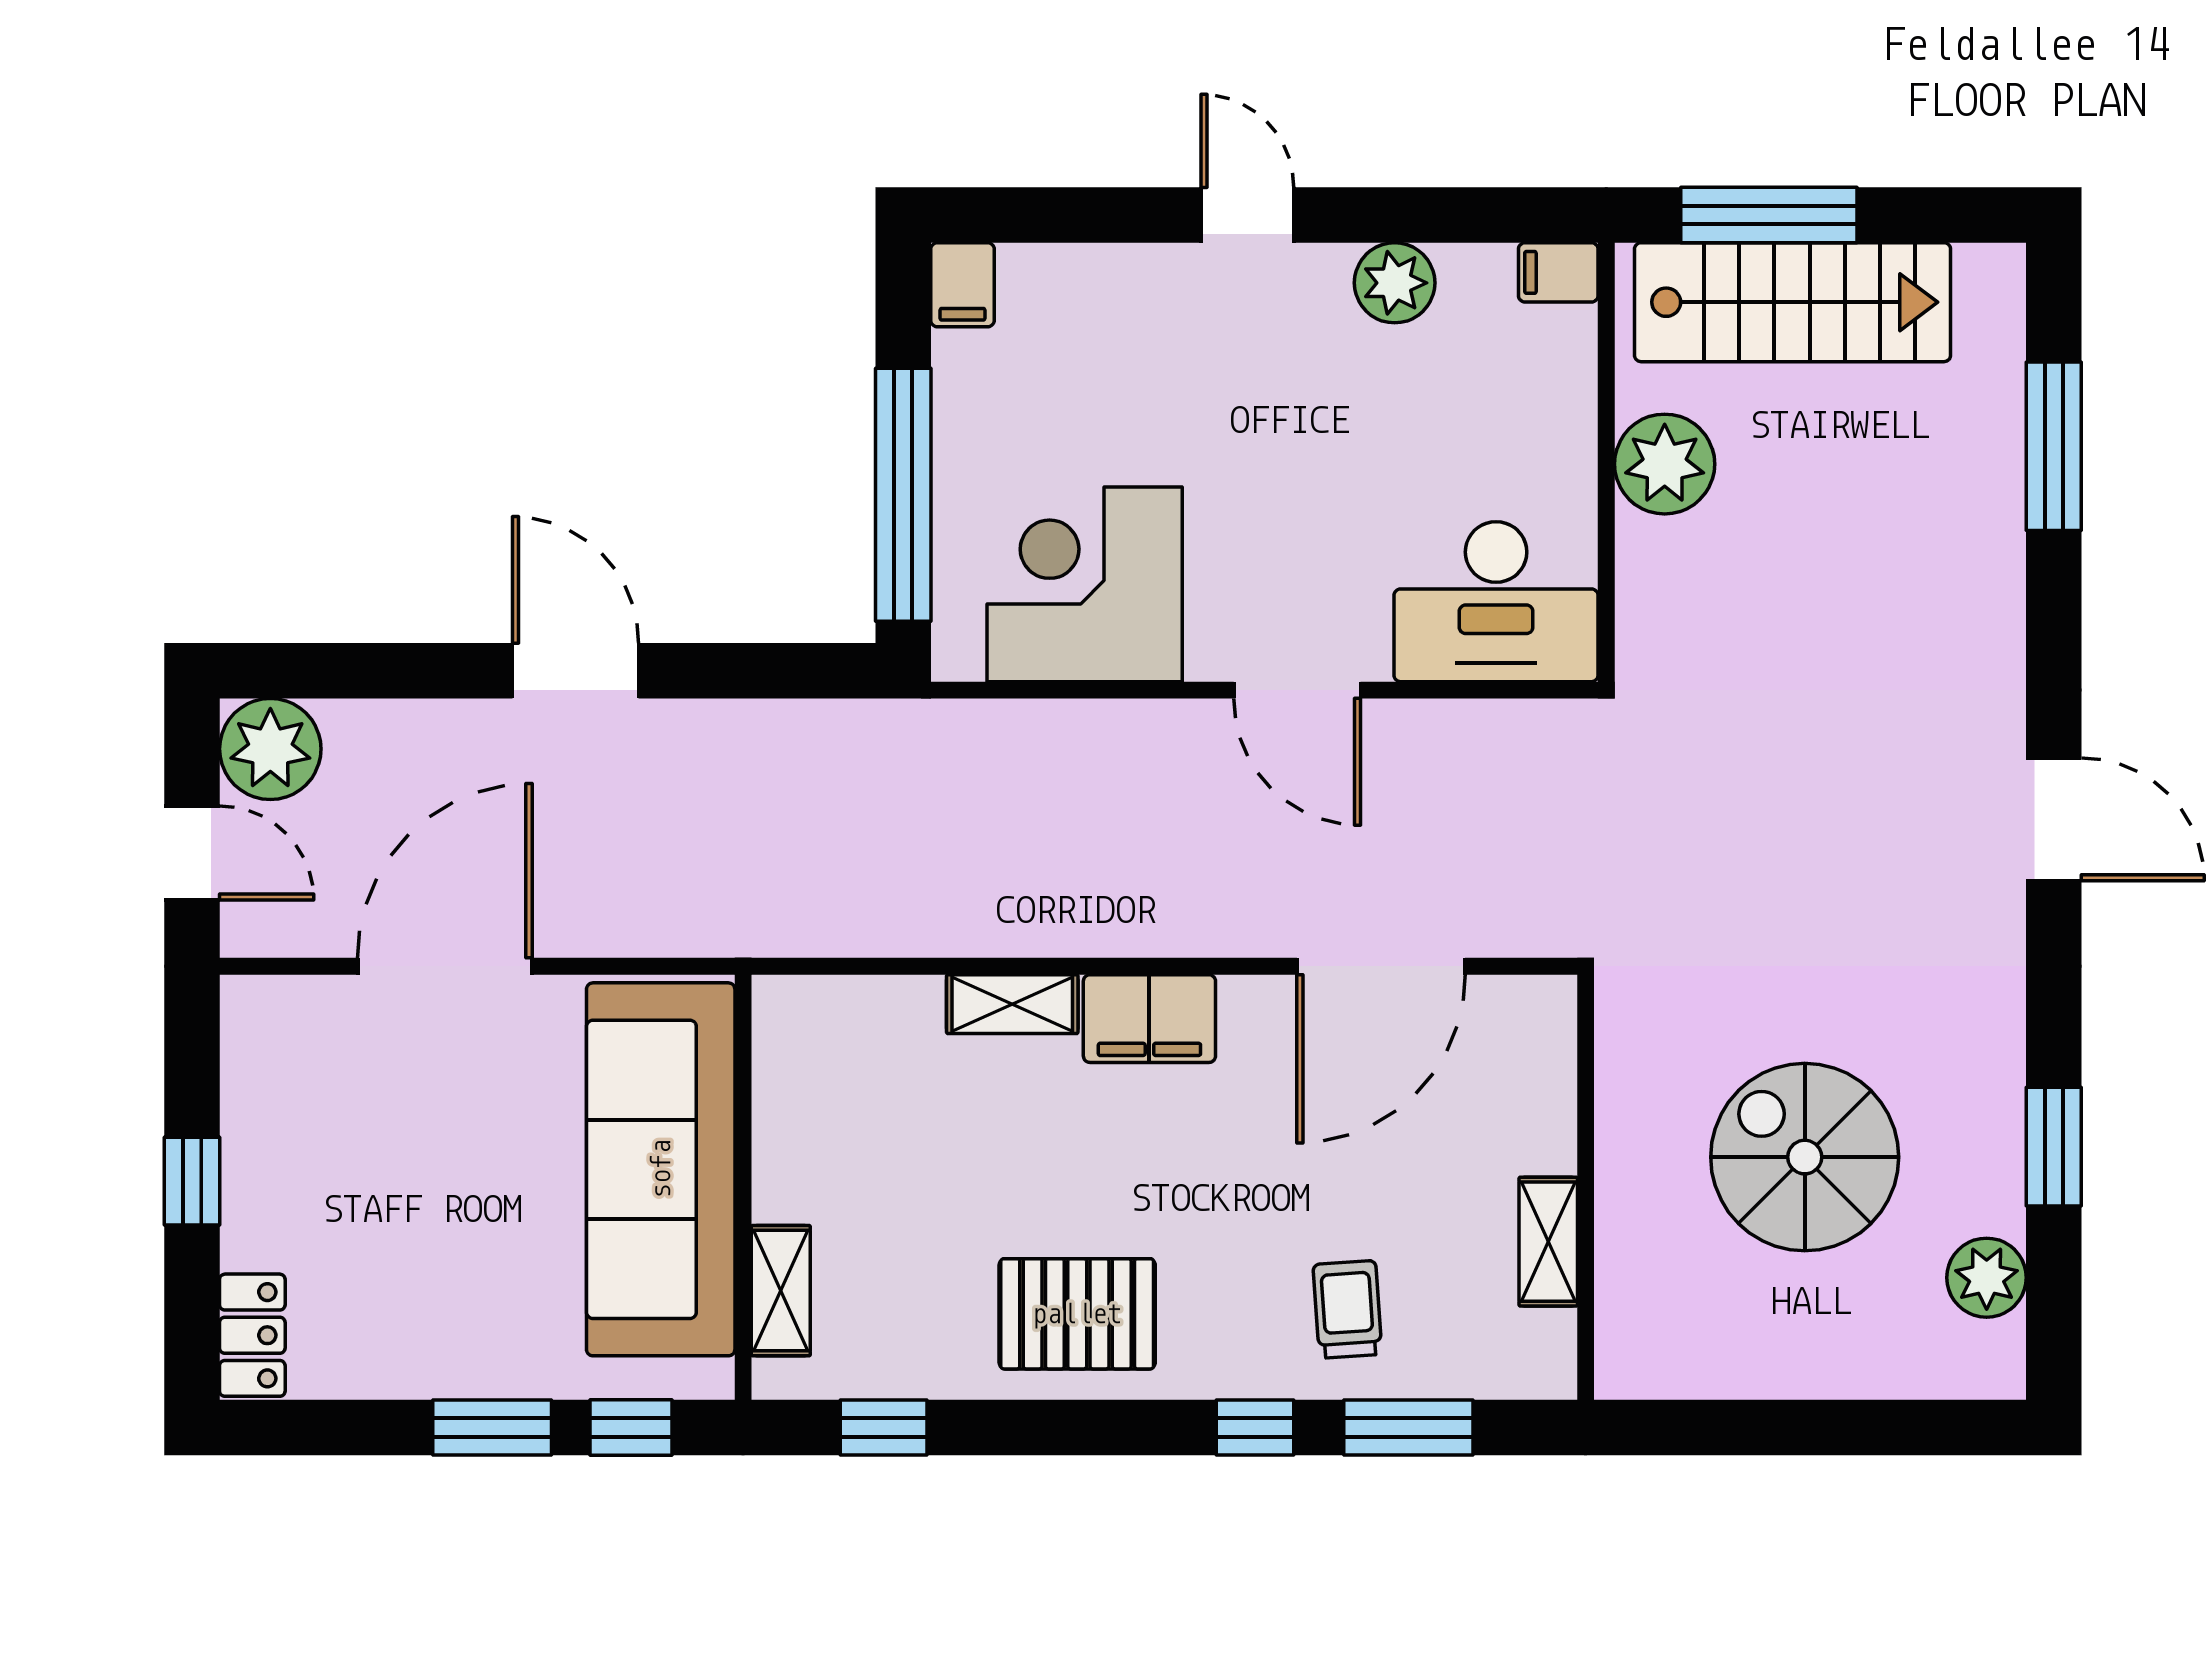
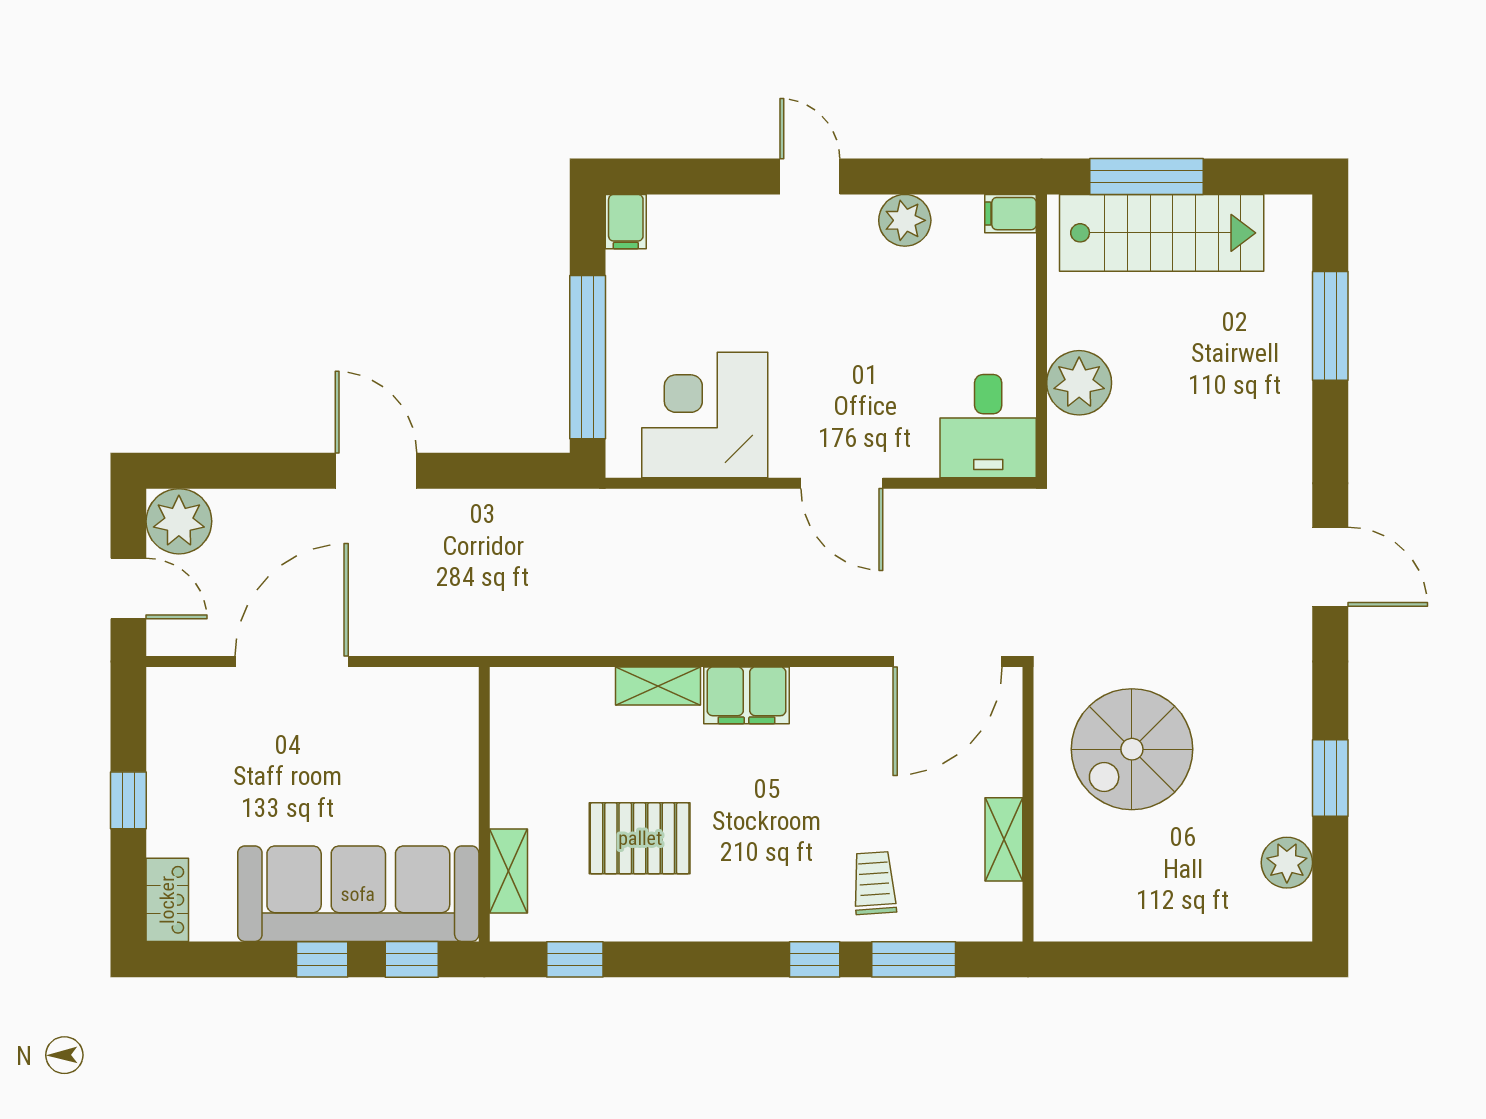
plant: (1665, 464) -> (1079, 383), moved
desk: (1496, 602) -> (988, 426), width x0.73
door: (1381, 966) -> (948, 662), moved
spiral stairs: (1805, 1157) -> (1132, 749), moved, turned -90
sofa: (661, 1169) -> (358, 894), moved, turned 90
pallet: (1077, 1314) -> (640, 838), moved
window: (492, 1428) -> (322, 959), width x0.67

